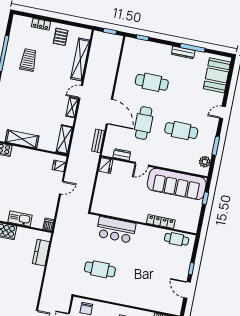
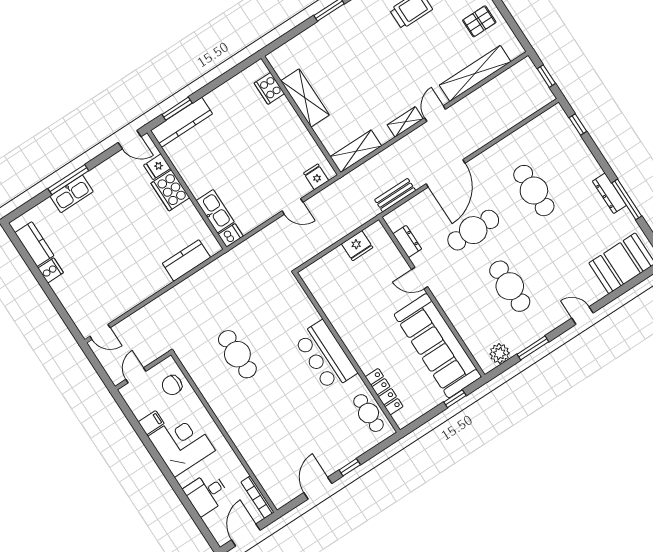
door: (81, 92) -> (435, 114), hinge flipped
fridge: (106, 166) -> (357, 246), moved
kitchen sink: (20, 219) -> (215, 211), moved
locker: (161, 222) -> (384, 392), moved
bar counter: (116, 230) -> (326, 356), moved

